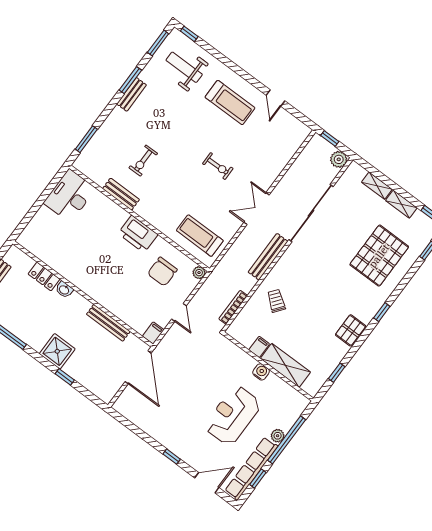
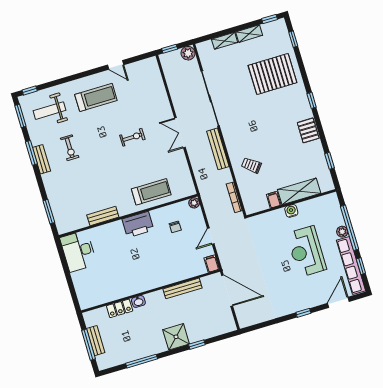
exercise bike: (143, 161) -> (70, 148), moved
treadmill: (200, 236) -> (151, 192), moved, turned 180
pallet: (379, 256) -> (272, 74), turned 90
chair: (162, 272) -> (175, 227), width x0.54, depth x0.54
door: (179, 312) -> (211, 236), swing flipped

